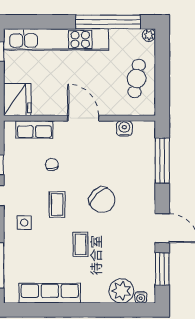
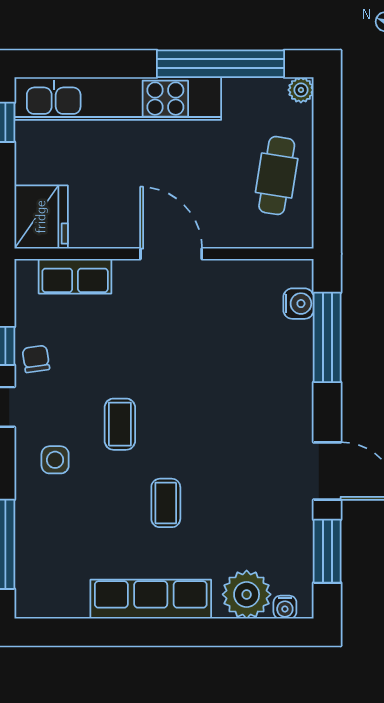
water cooler: (124, 128) -> (298, 304), moved, turned 90
chair: (52, 164) -> (36, 359), moved
chair: (102, 200) -> (209, 415), removed
row of seats: (50, 293) -> (151, 599), moved

